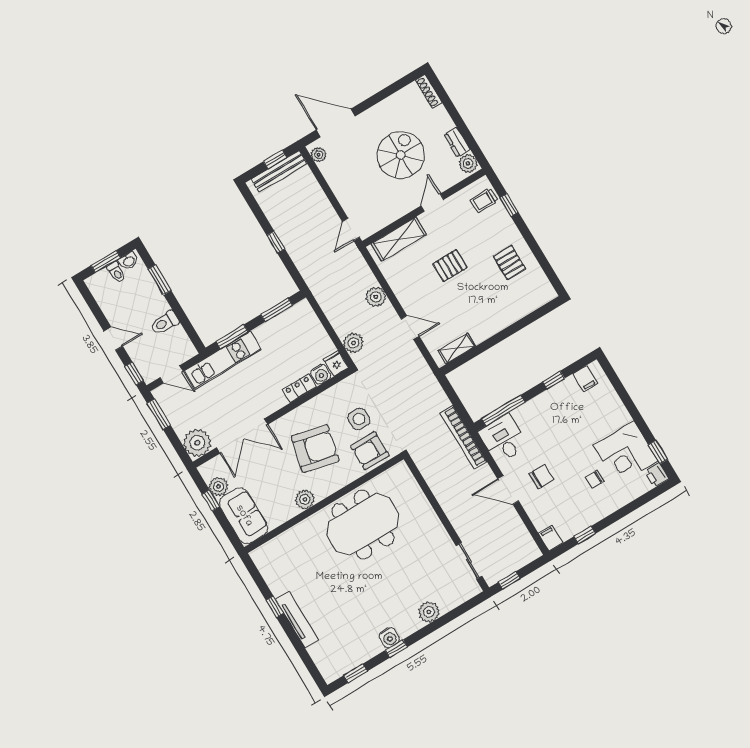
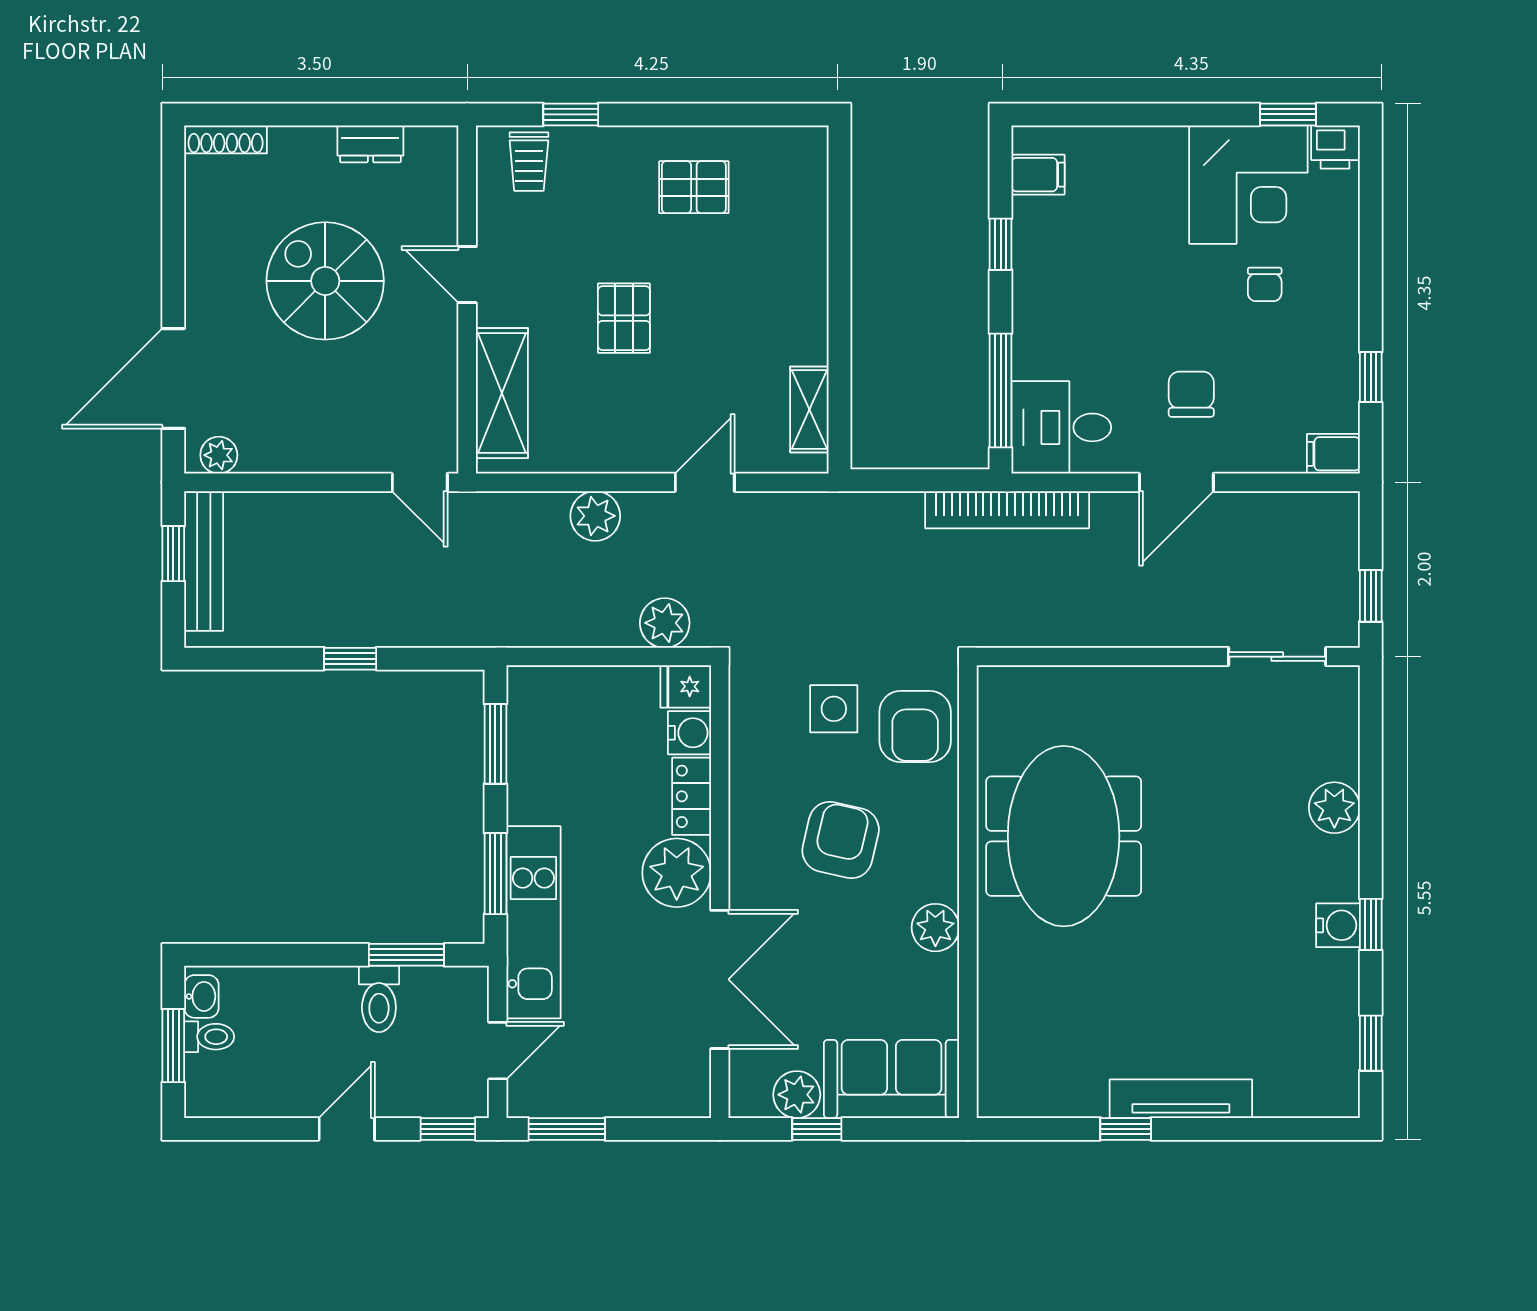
plant: (468, 163) -> (430, 148), removed
window: (159, 280) -> (406, 955), moved
plant: (197, 443) -> (677, 873), moved
armchair: (315, 449) -> (841, 840), width x0.73, depth x0.73

